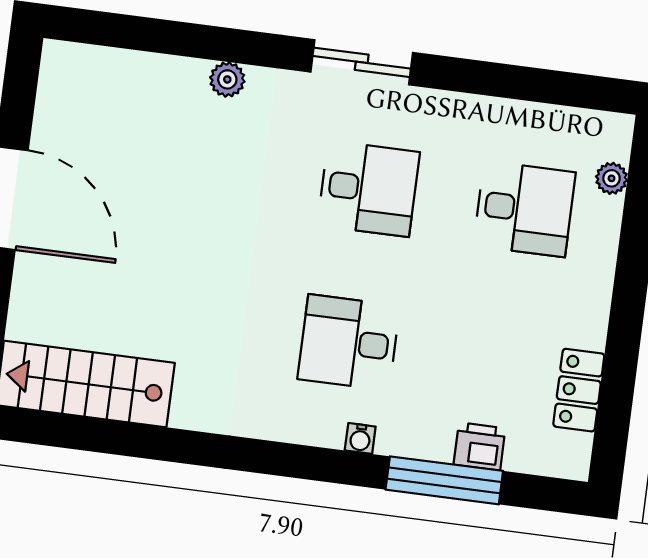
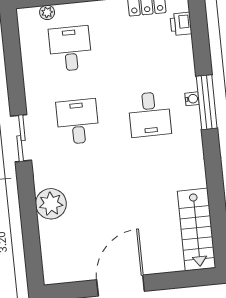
plant: (227, 79) -> (51, 204), width x1.87, depth x1.87
printer: (480, 446) -> (181, 24), moved
window: (444, 480) -> (207, 102), moved

